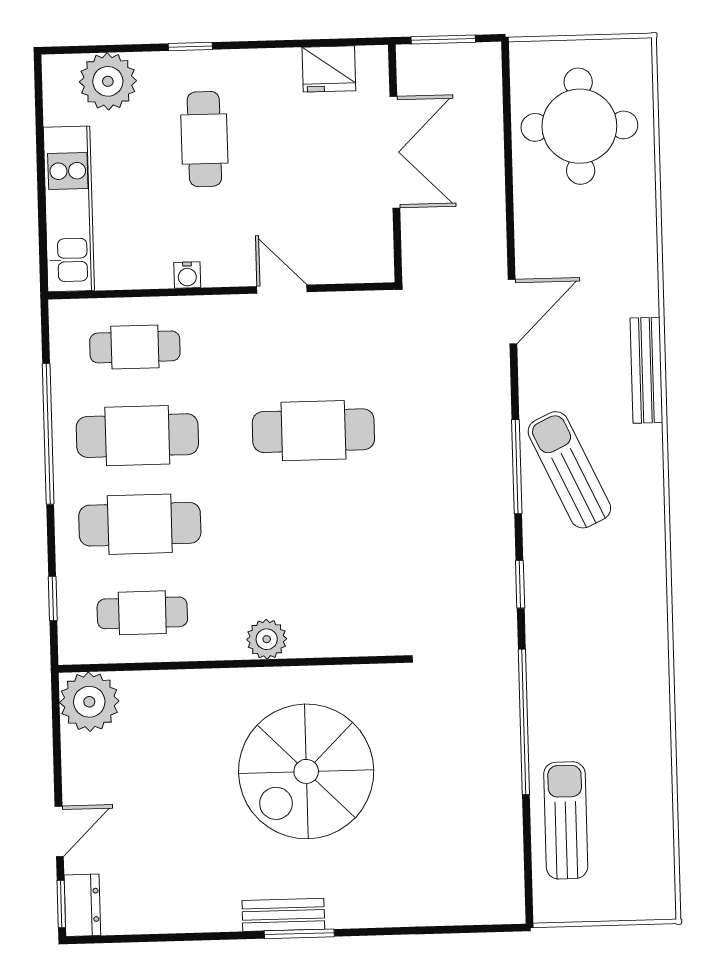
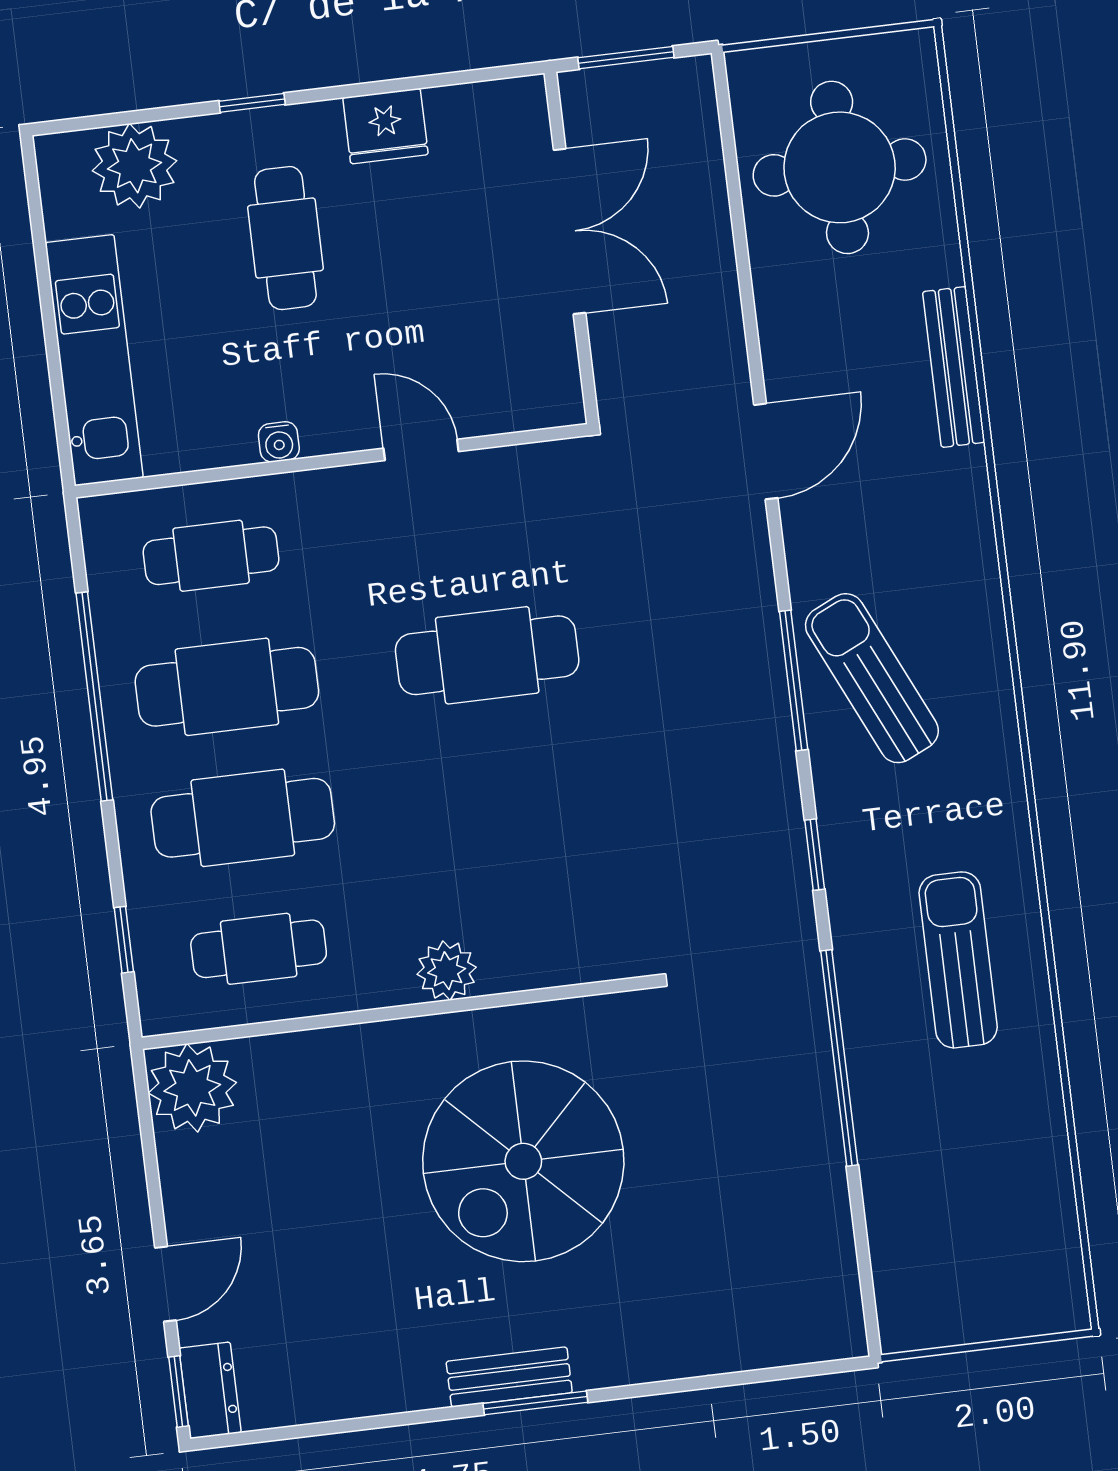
fridge: (329, 69) -> (385, 126), moved
bench: (646, 370) -> (954, 367), moved
sun lounger: (566, 820) -> (958, 960), moved

